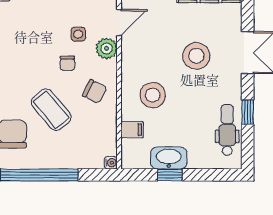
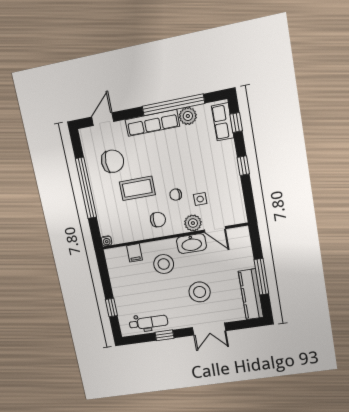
chair: (95, 91) -> (158, 220), turned -118
coffee table: (51, 110) -> (137, 188), turned 40
washbasin: (169, 158) -> (191, 244), moved, turned 90
window: (170, 175) -> (111, 308), moved

